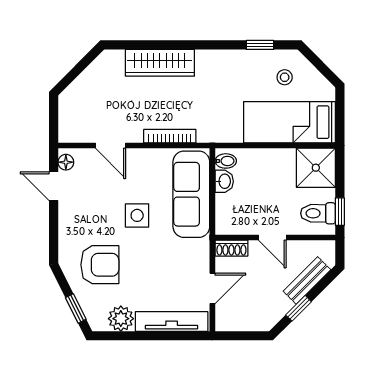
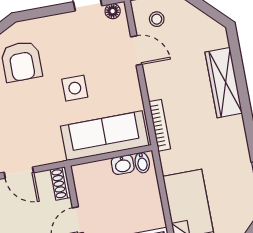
stool: (285, 77) -> (157, 19), moved
bookcase: (170, 136) -> (160, 125), moved
door: (111, 145) -> (136, 51), swing flipped

